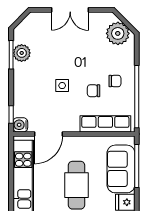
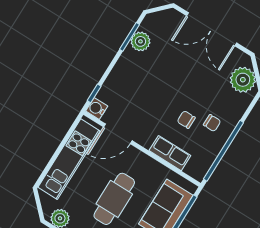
double door: (70, 10) -> (212, 29), width x1.37
side table: (62, 86) -> (159, 96), removed
row of seats: (105, 124) -> (170, 153), width x0.68

